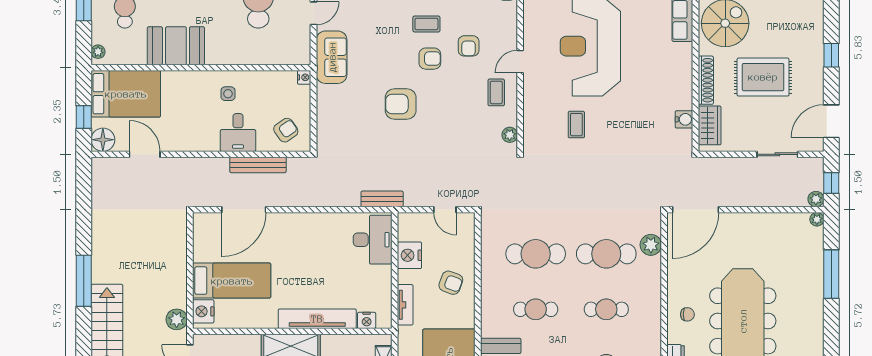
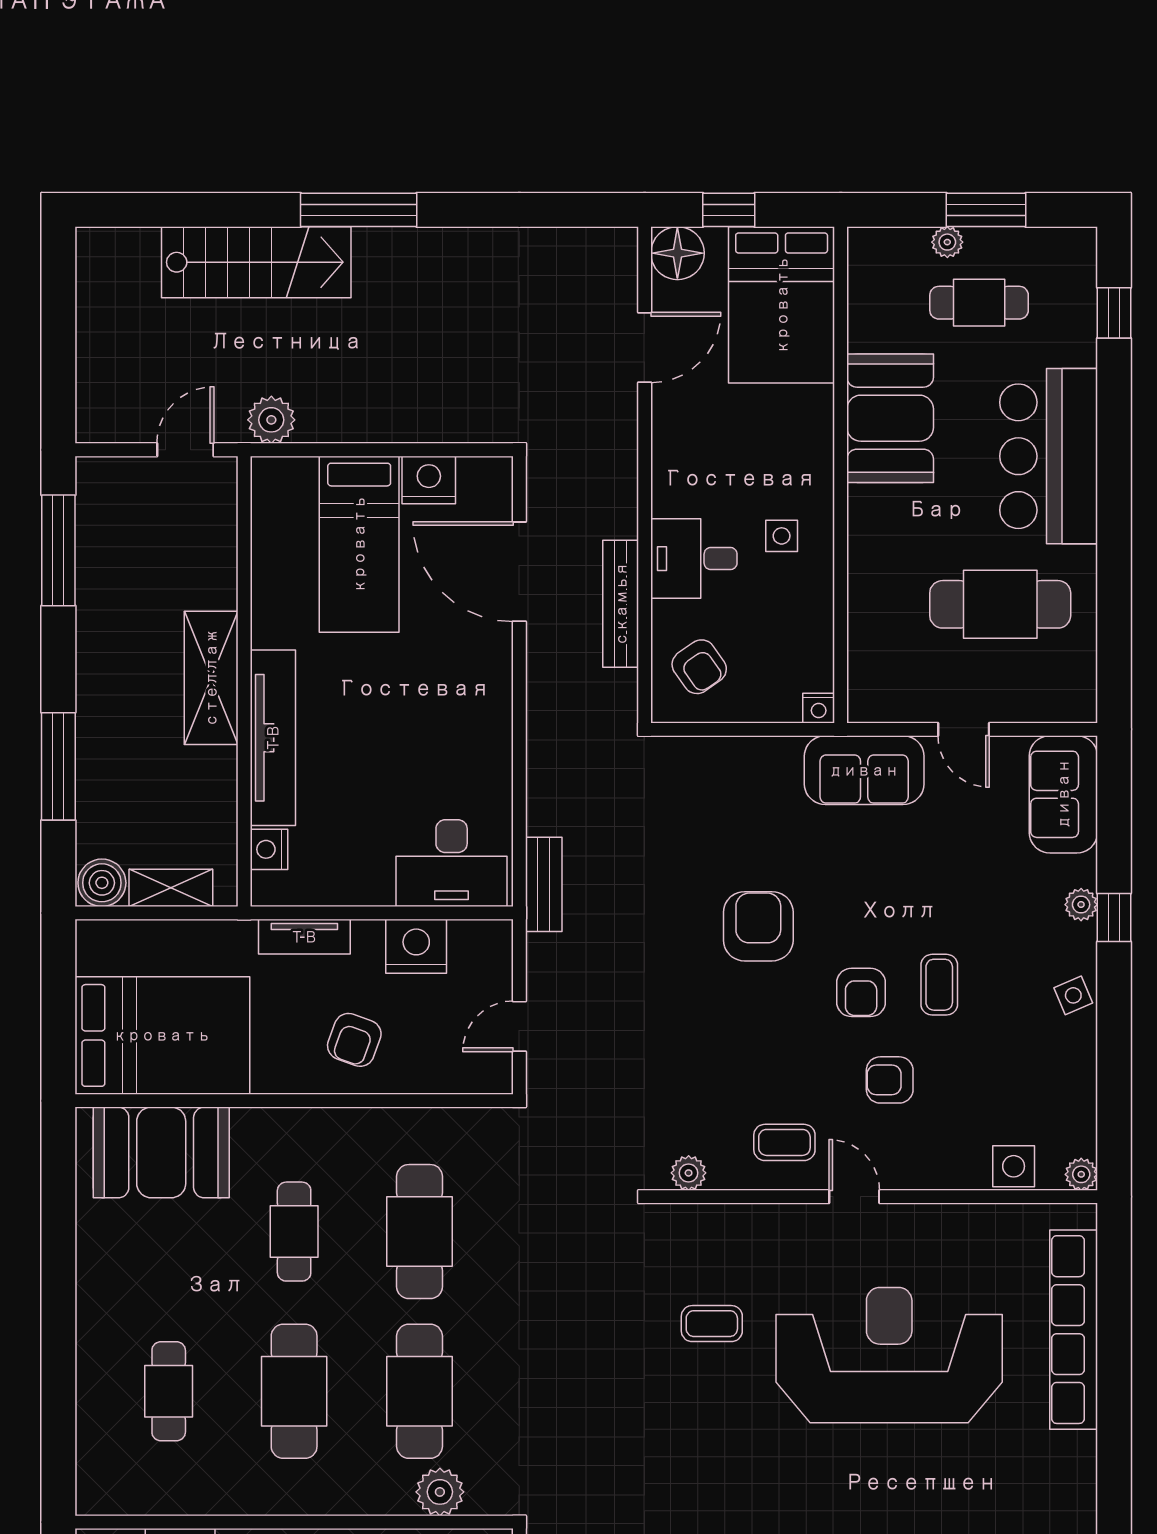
plant: (98, 52) -> (947, 242), moved
cafe table: (606, 309) -> (294, 1391), width x1.37, depth x1.35
nightstand: (203, 311) -> (429, 480), moved

